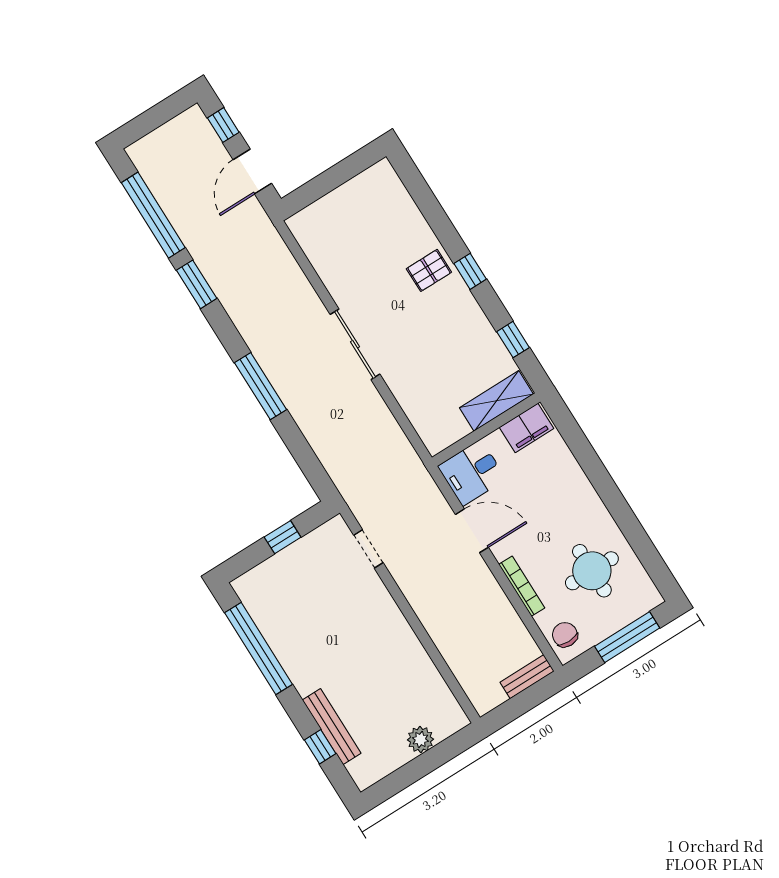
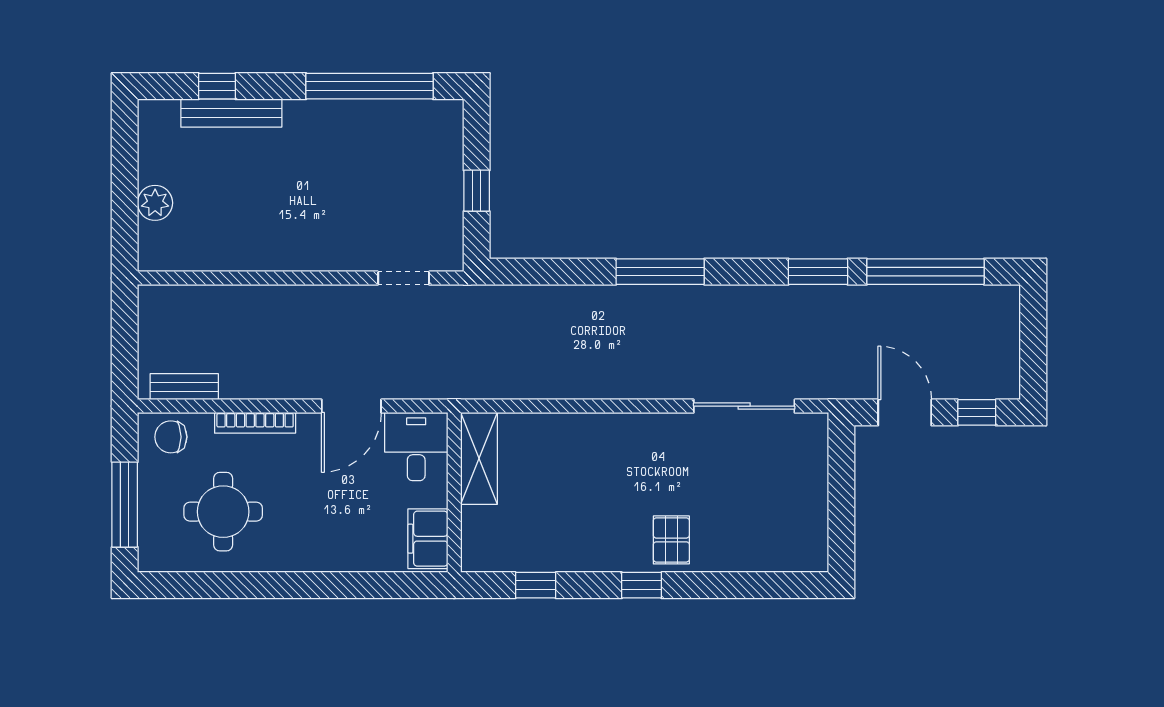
sliding door: (355, 344) -> (744, 406), moved
shelving: (496, 401) -> (479, 458), moved
chair: (565, 635) -> (171, 437), turned 180
bench: (527, 677) -> (184, 387), moved, turned 90

